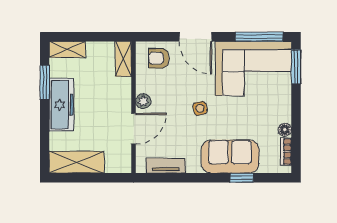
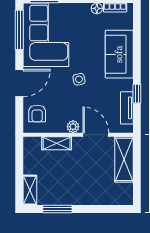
shelving: (123, 59) -> (57, 143), moved
freezer: (61, 105) -> (76, 195), removed
shelving: (77, 162) -> (124, 159), moved
window: (242, 178) -> (137, 94), moved

